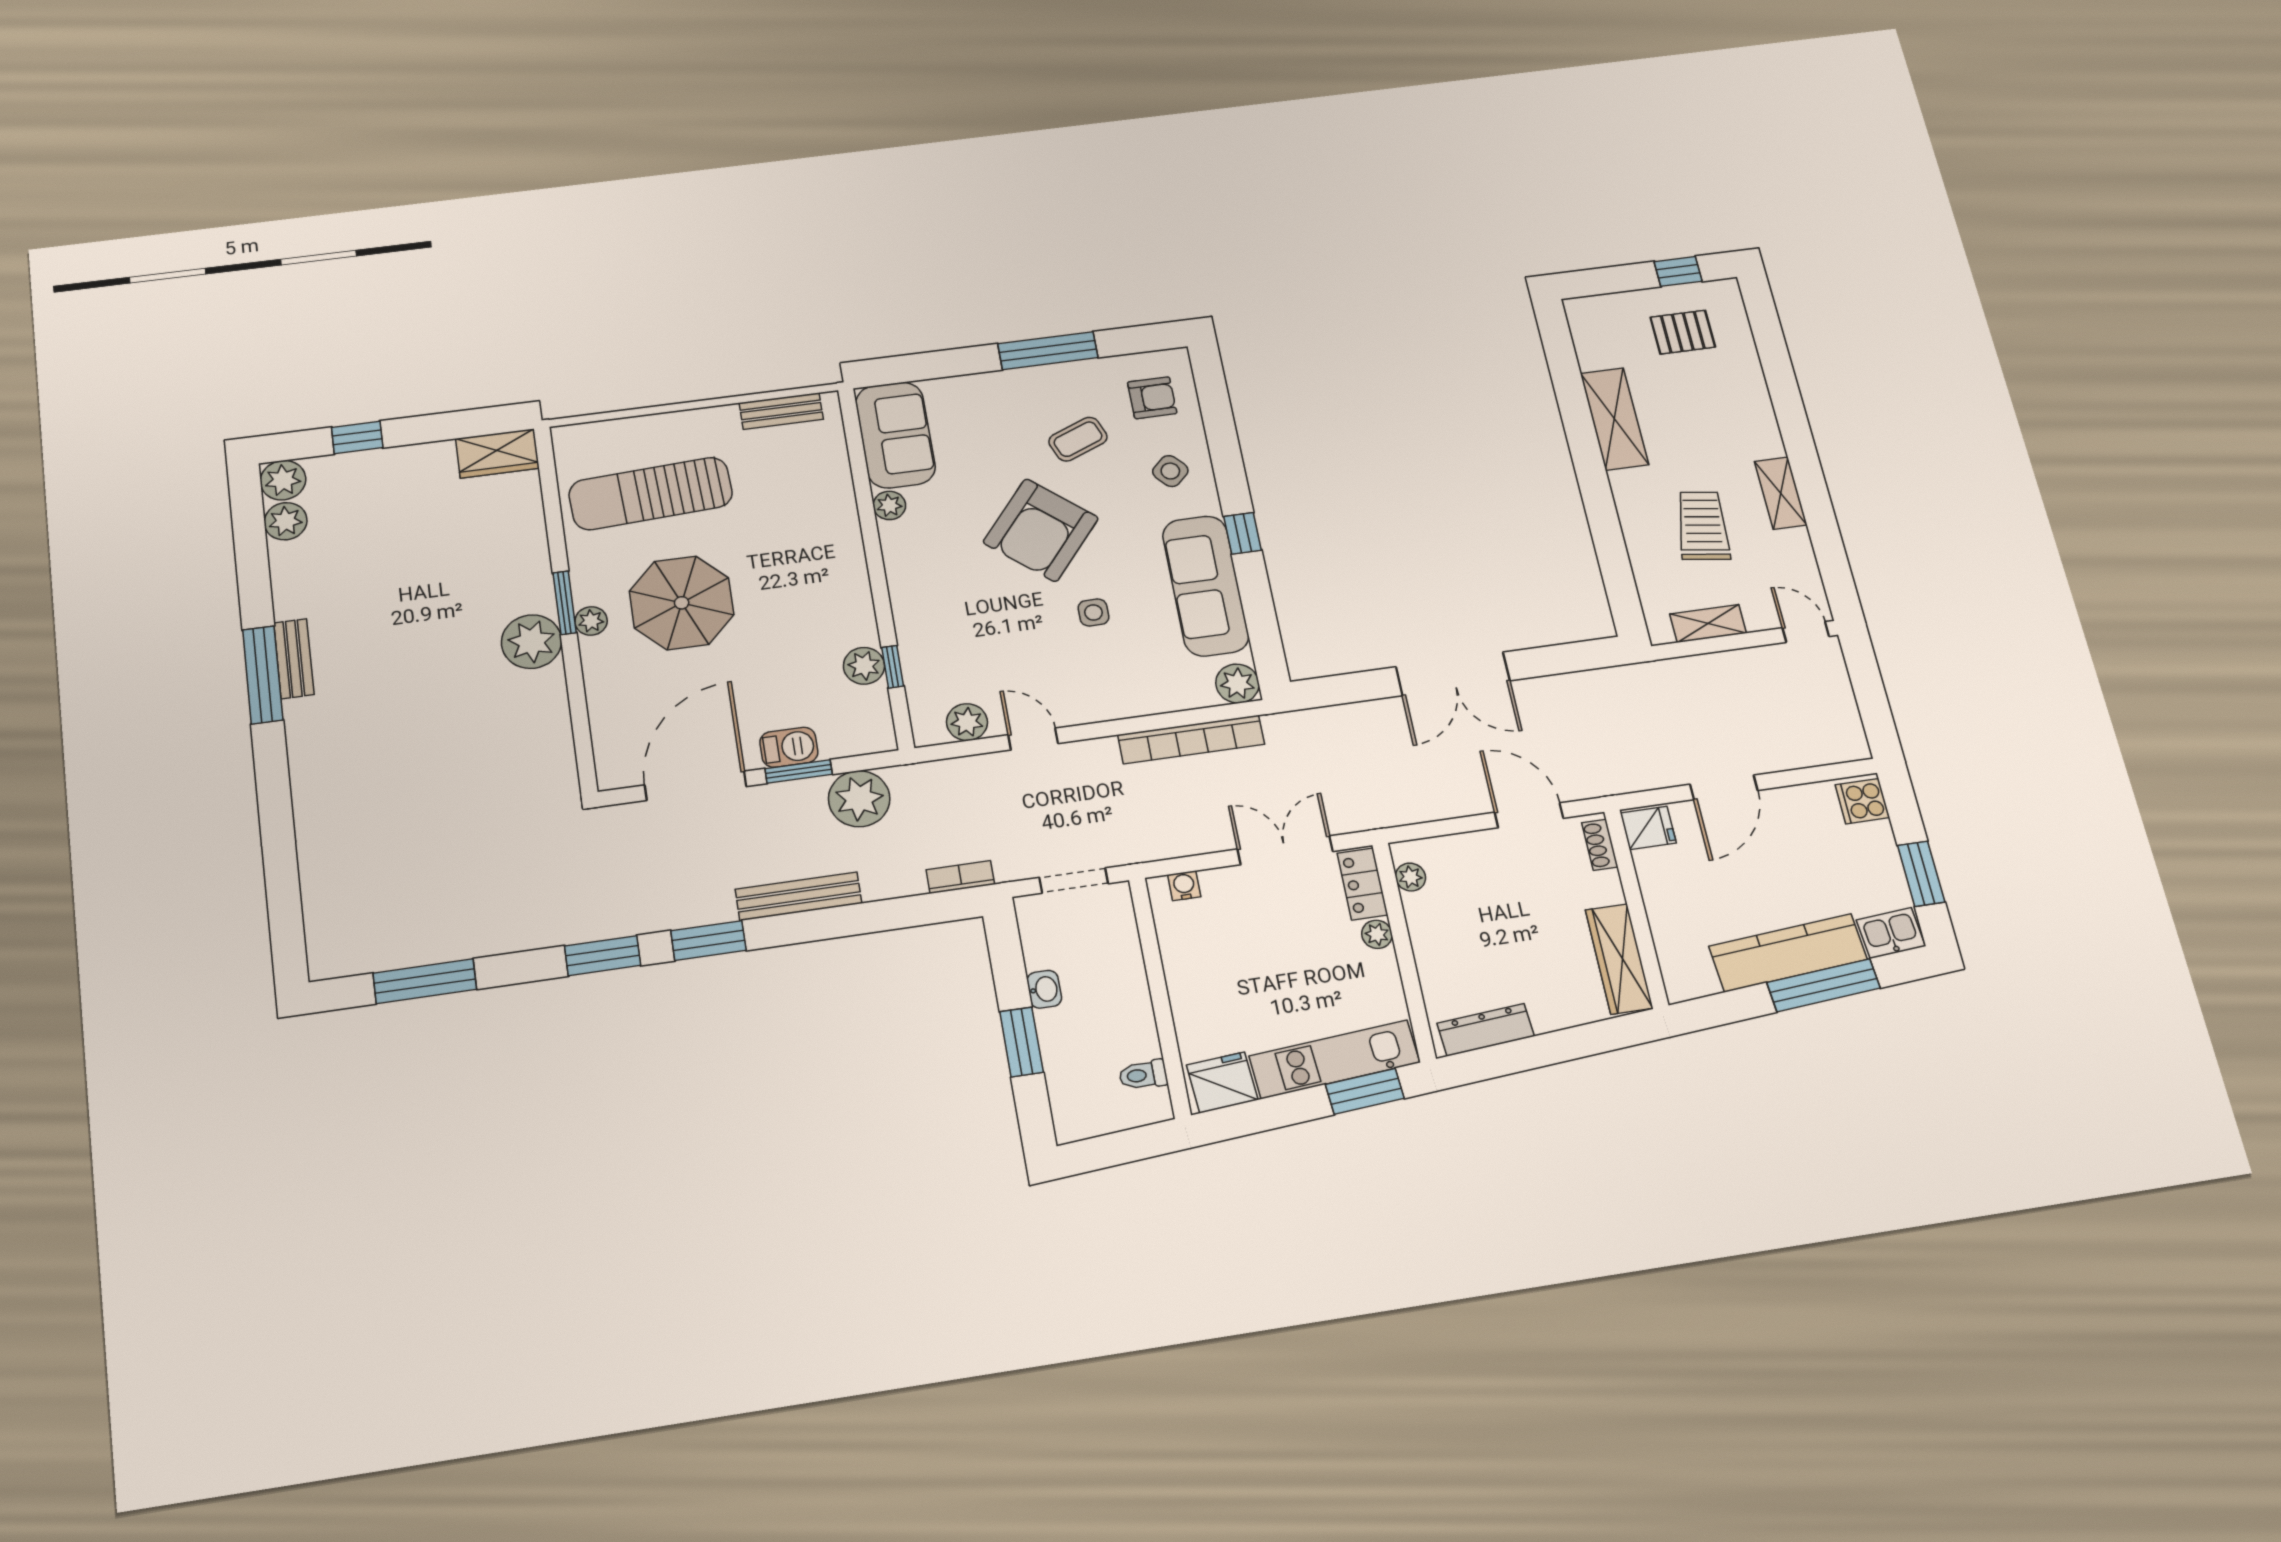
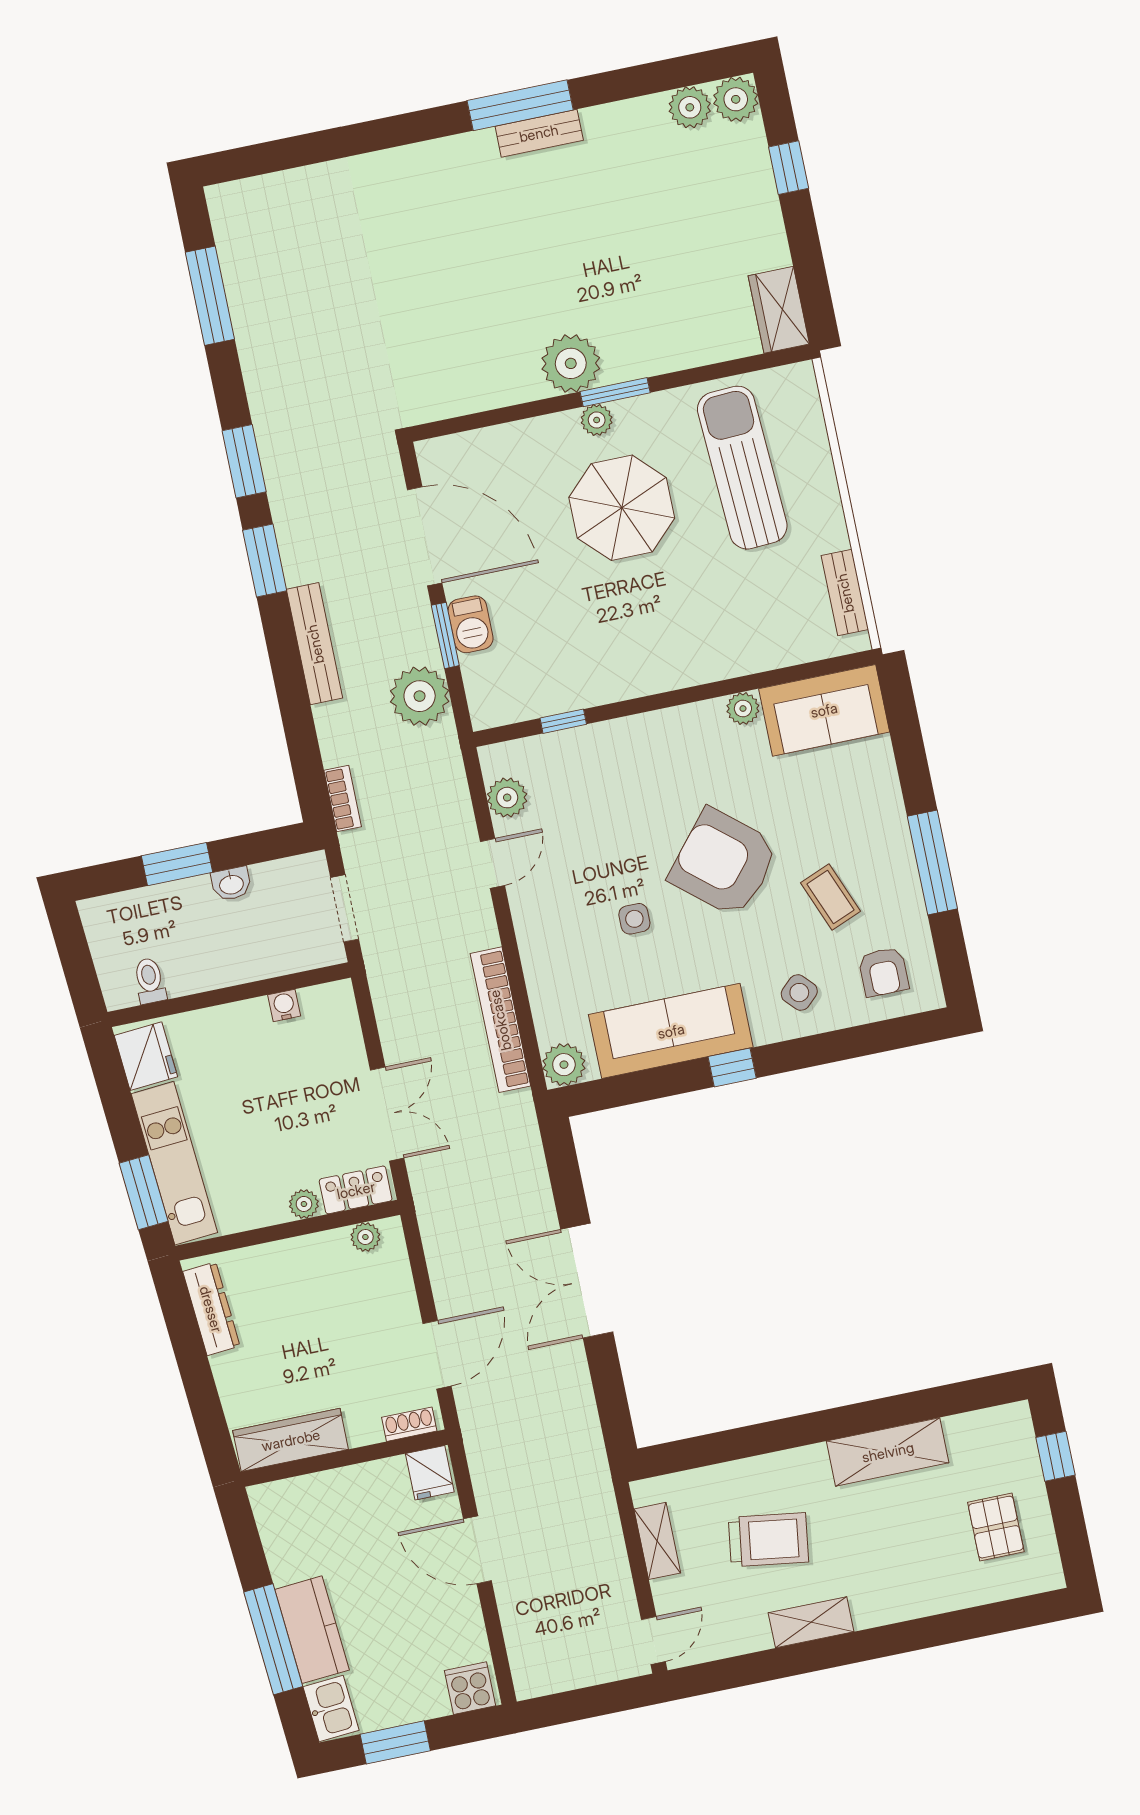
window: (1678, 271) -> (1055, 1456), moved
plant: (864, 666) -> (563, 693), removed
water cooler: (1184, 886) -> (284, 1005), moved, turned -90
kitchen counter: (1788, 953) -> (312, 1630), width x0.67

